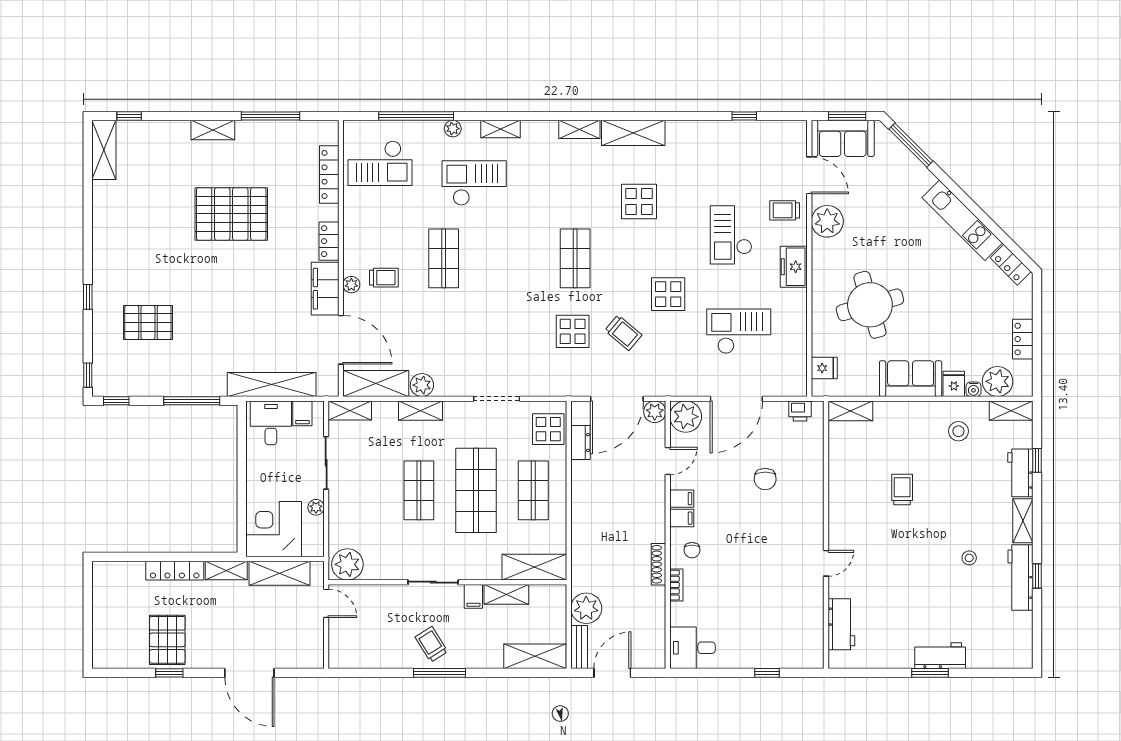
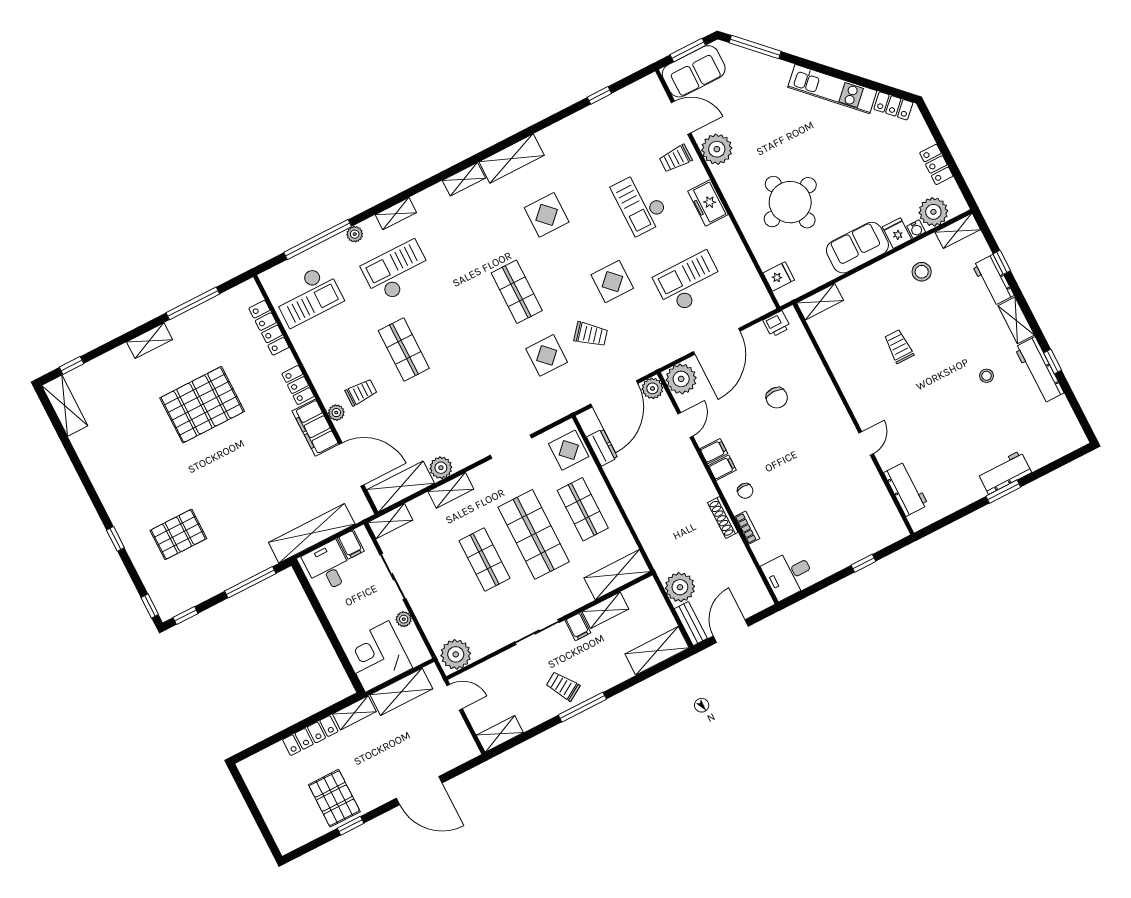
shelving: (351, 659) -> (500, 734), added

